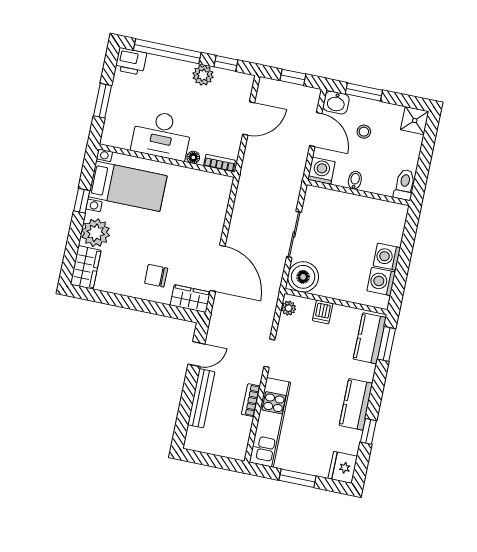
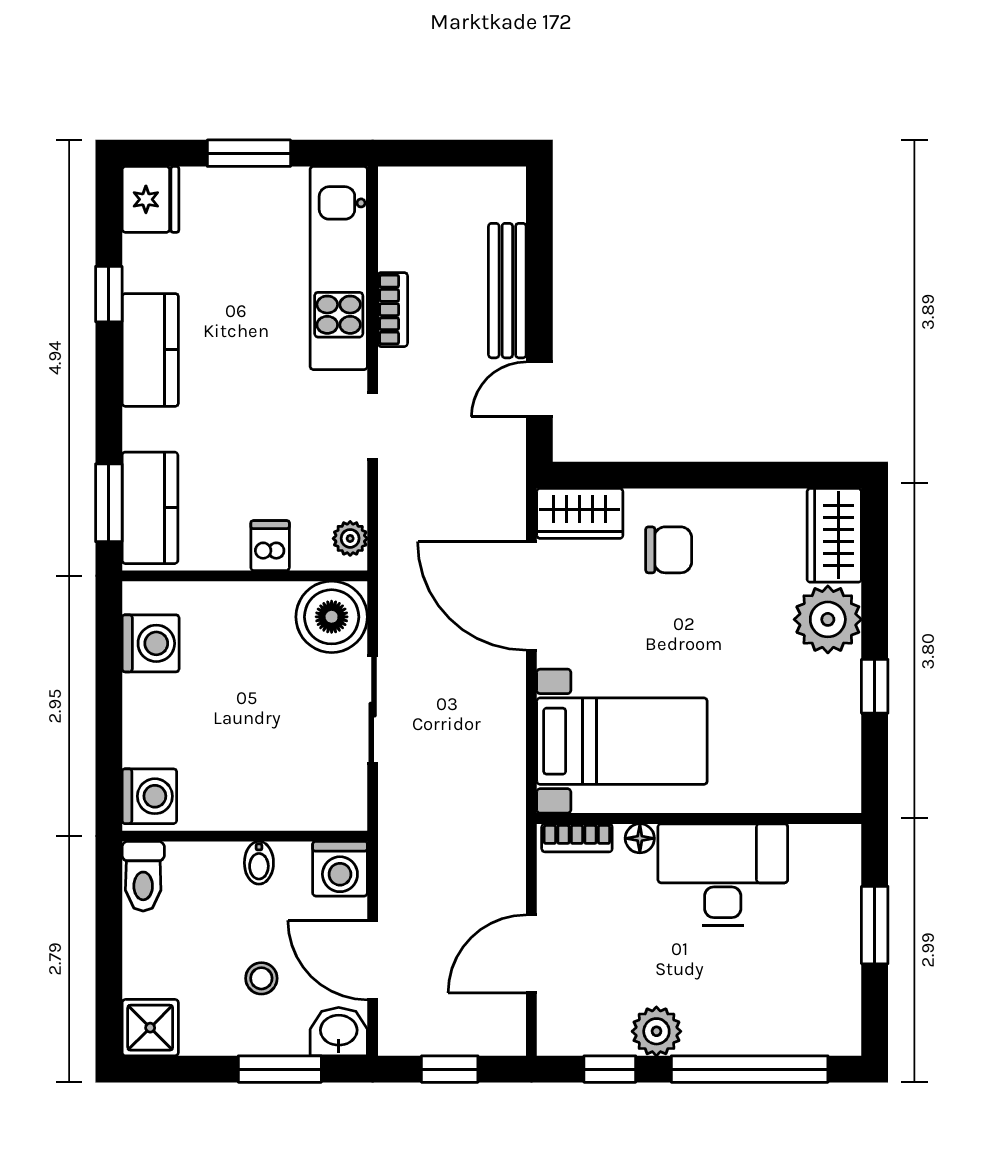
printer: (131, 61) -> (829, 1029), removed
bed with nightstands: (128, 186) -> (622, 741), moved, turned 180
washing machine: (387, 257) -> (149, 796), moved

